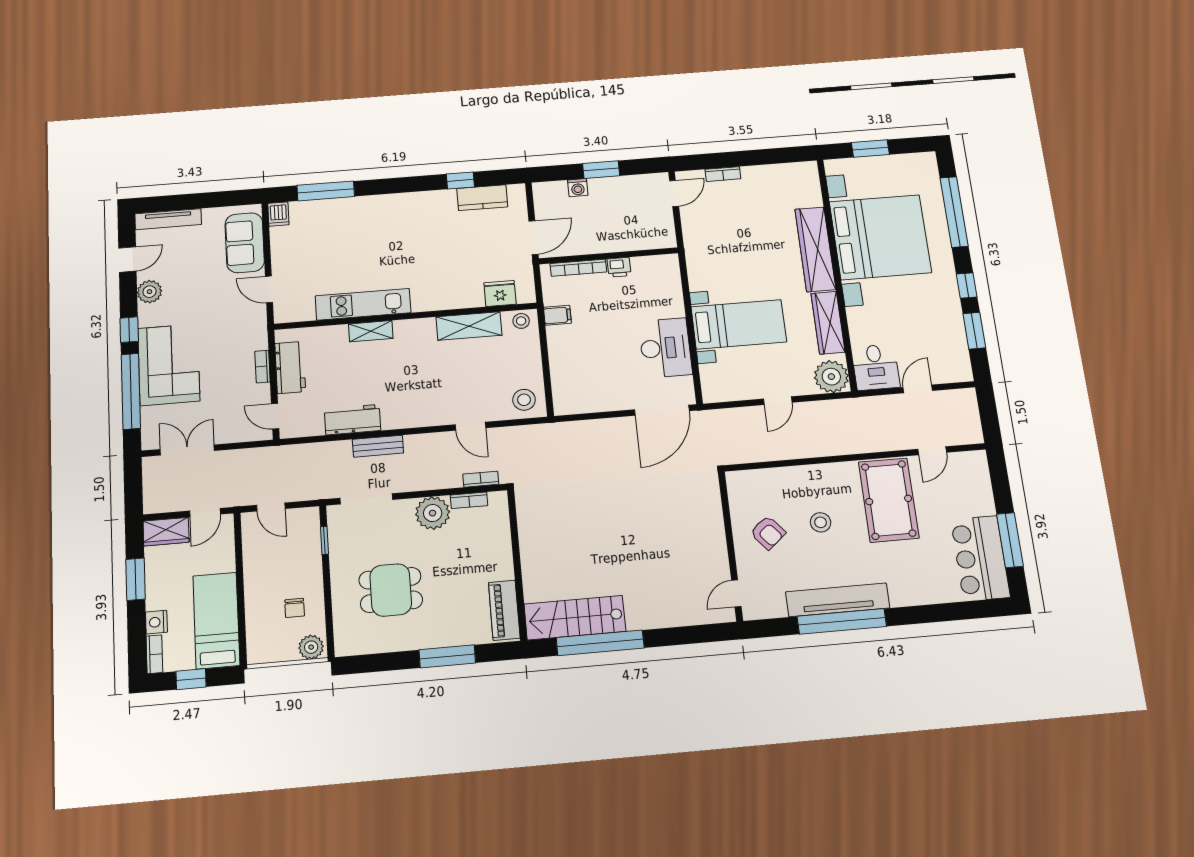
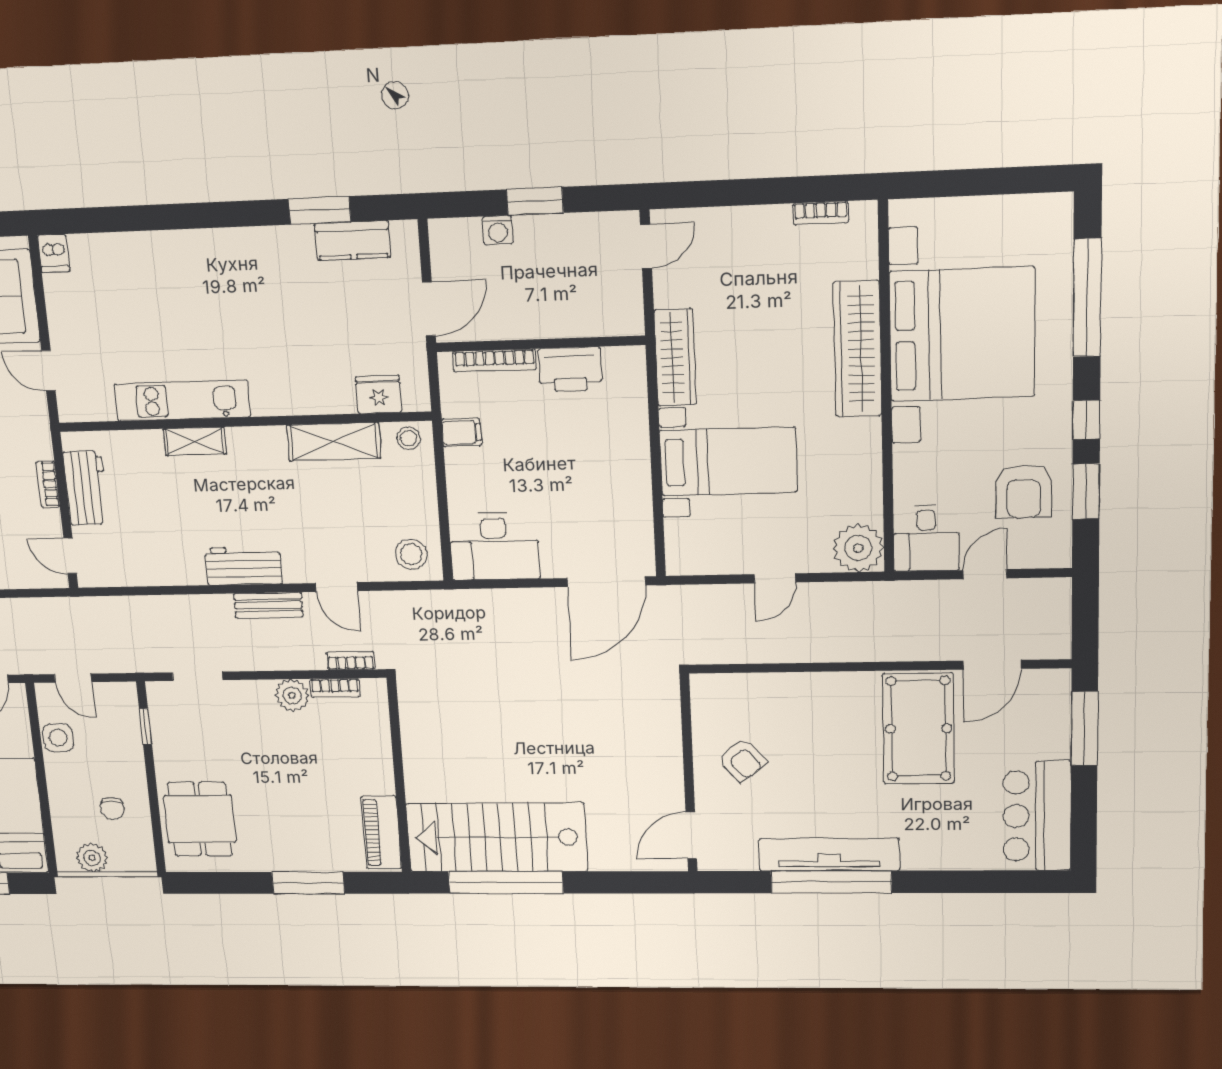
window: (870, 149) -> (967, 183), removed
bookcase: (723, 174) -> (821, 213), moved
window: (460, 180) -> (320, 210), width x1.50
window: (326, 191) -> (120, 219), removed
printer: (619, 267) -> (570, 369), width x1.87, depth x1.48
wardrobe: (828, 323) -> (675, 357), moved, turned 180
armchair: (934, 333) -> (1024, 491), added
desk: (665, 348) -> (494, 546), moved, turned 90
workbench: (352, 420) -> (243, 566), moved
bench: (378, 446) -> (268, 605), moved
door: (932, 451) -> (992, 665), width x1.38
doorway: (366, 499) -> (198, 676), width x0.73
plant: (433, 513) -> (292, 695), width x0.73, depth x0.73
stool: (821, 522) -> (818, 752), removed
window: (1010, 540) -> (1084, 729), moved
side table: (256, 554) -> (58, 738), added
dining table: (391, 590) -> (200, 819), moved, turned 90
door: (736, 593) -> (691, 835), width x1.38
stairs: (575, 618) -> (497, 837), width x1.36, depth x1.51
plant: (311, 647) -> (92, 858), moved

